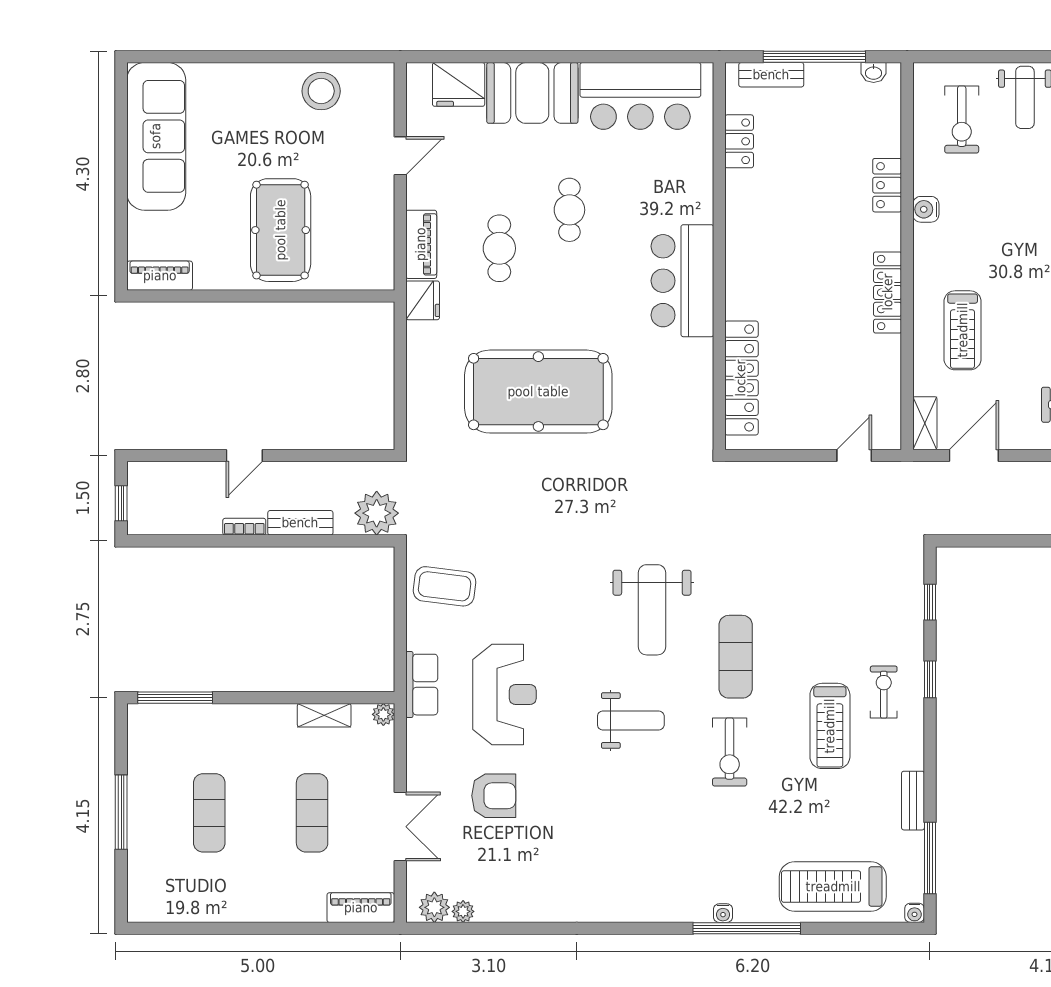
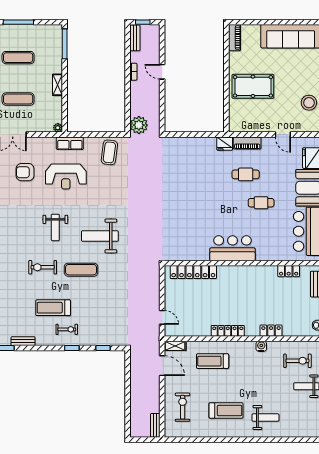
exercise bike: (962, 120) -> (297, 361), turned 180
pool table: (538, 392) -> (188, 190), removed
bench: (300, 523) -> (135, 38), moved
shelving: (324, 715) -> (57, 85), moved
armchair: (494, 796) -> (25, 172), turned 90

